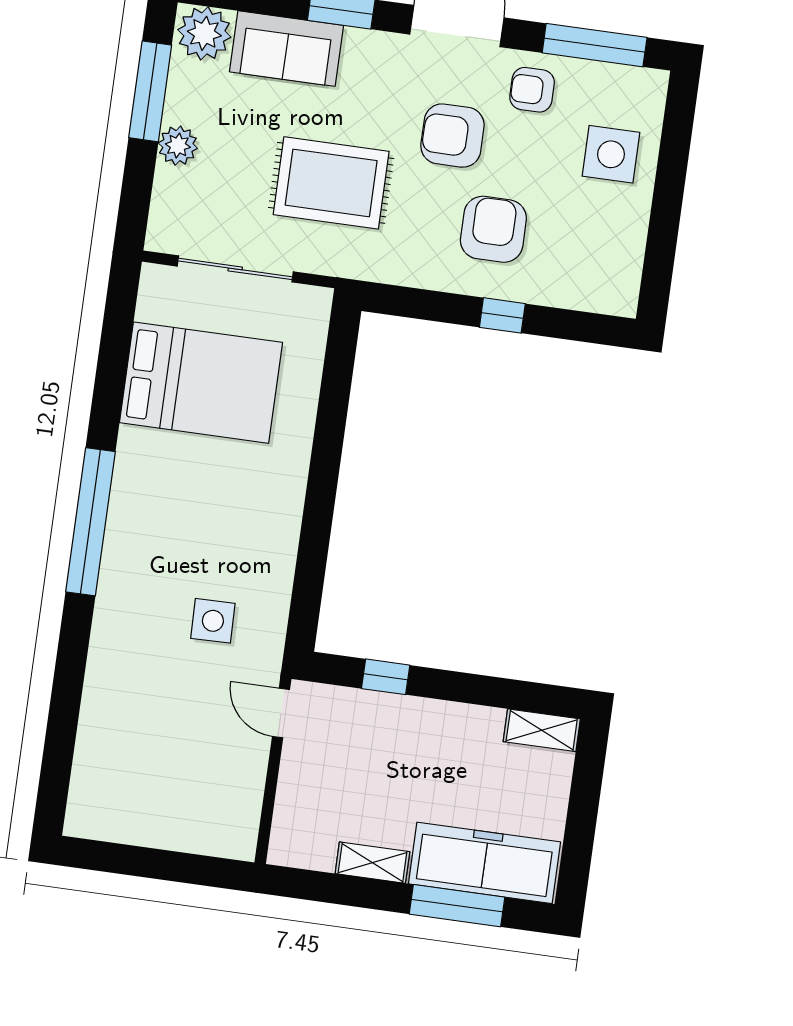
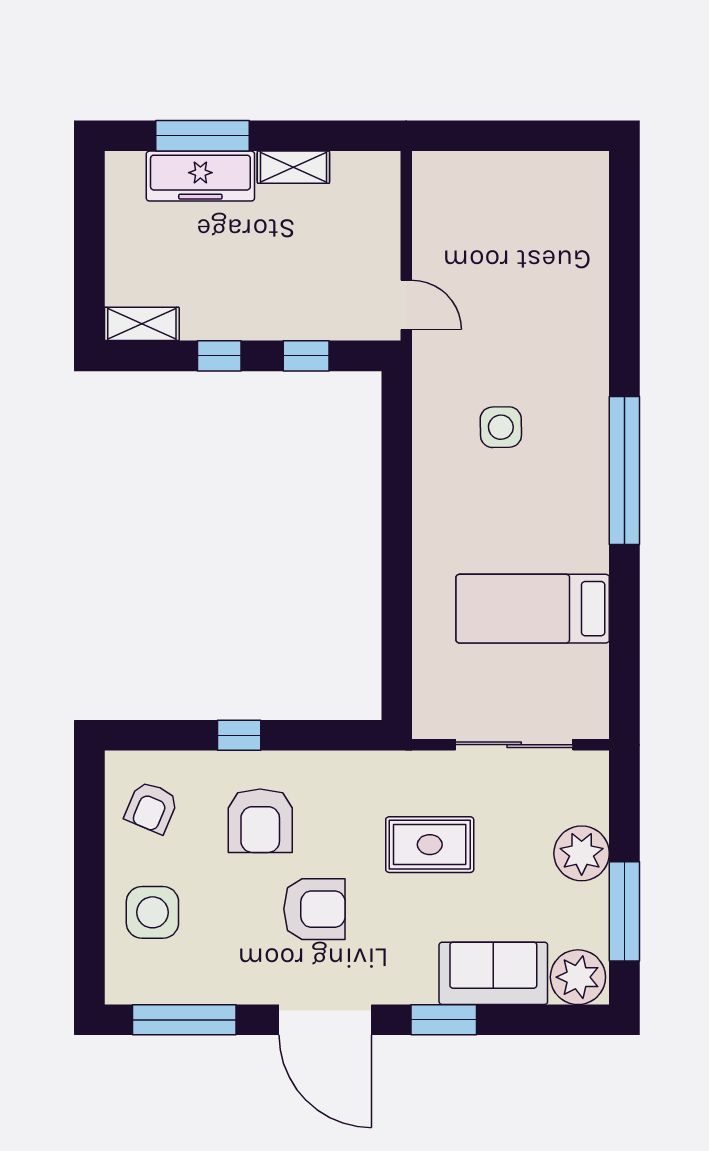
armchair: (532, 90) -> (151, 807), moved, turned 113
plant: (178, 146) -> (582, 853), width x1.36, depth x1.36
rug: (331, 183) -> (430, 845), width x0.73, depth x0.70
bed: (201, 383) -> (533, 609), width x0.67
side table: (213, 621) -> (501, 427), moved
window: (470, 689) -> (219, 356), added
freezer: (485, 863) -> (200, 176), width x0.73, depth x0.79

